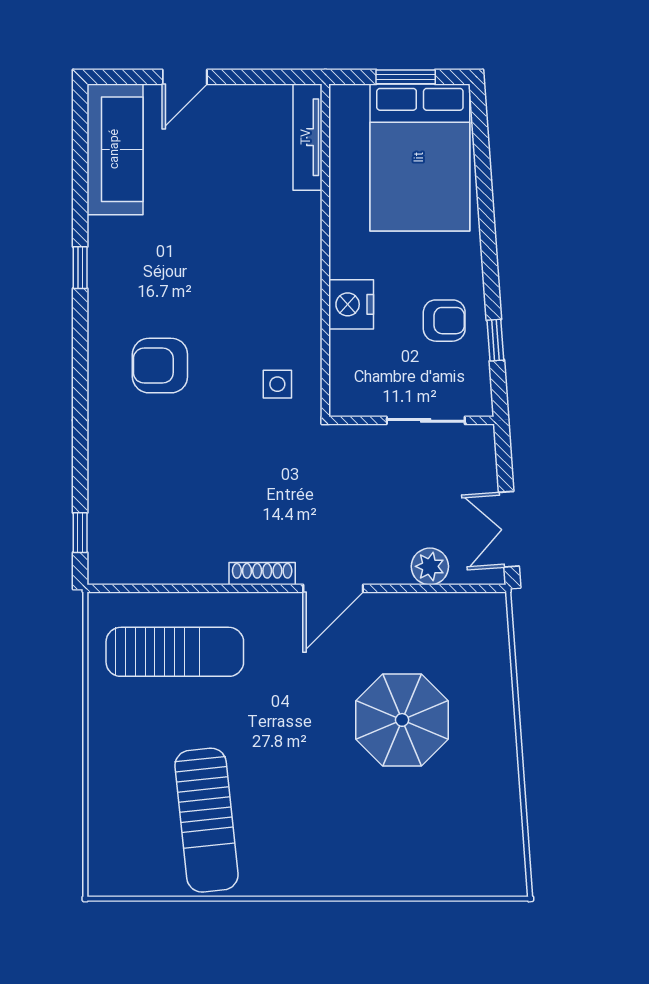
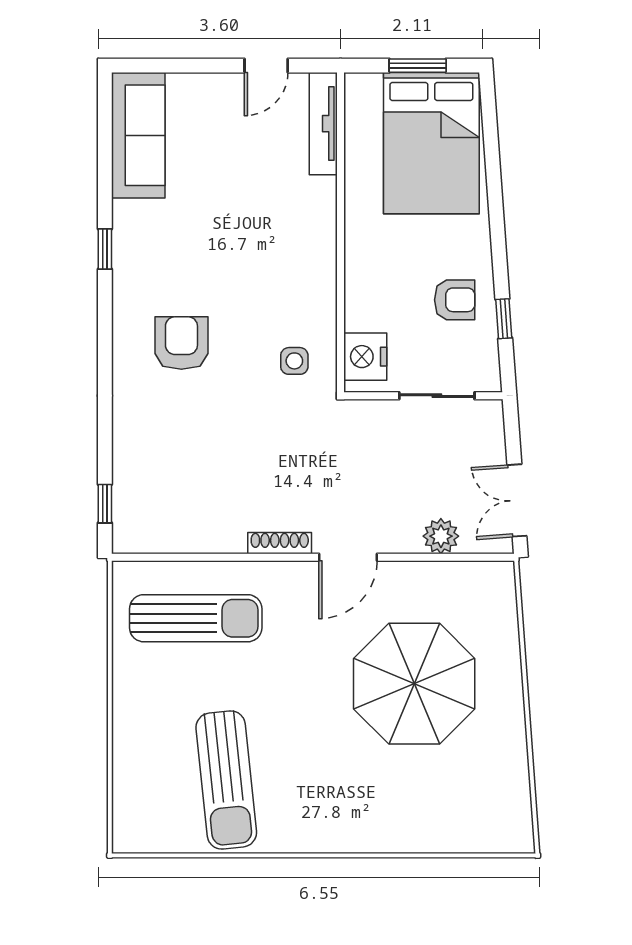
door: (185, 77) -> (266, 66), moved
nightstand: (351, 304) -> (365, 357), moved
armchair: (160, 366) -> (181, 343), turned 90
parasol: (402, 720) -> (414, 684), width x1.36, depth x1.36

